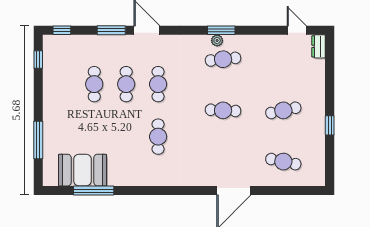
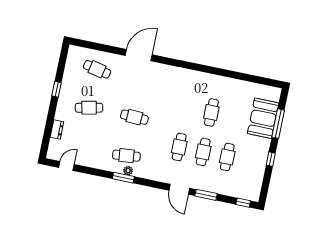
door: (297, 30) -> (66, 166), swing flipped
dresser: (319, 46) -> (57, 129), moved
window: (38, 59) -> (271, 159), moved
cafe table: (158, 137) -> (211, 112), moved
booth: (83, 170) -> (263, 118), moved, turned 90
window: (94, 191) -> (244, 77), removed

